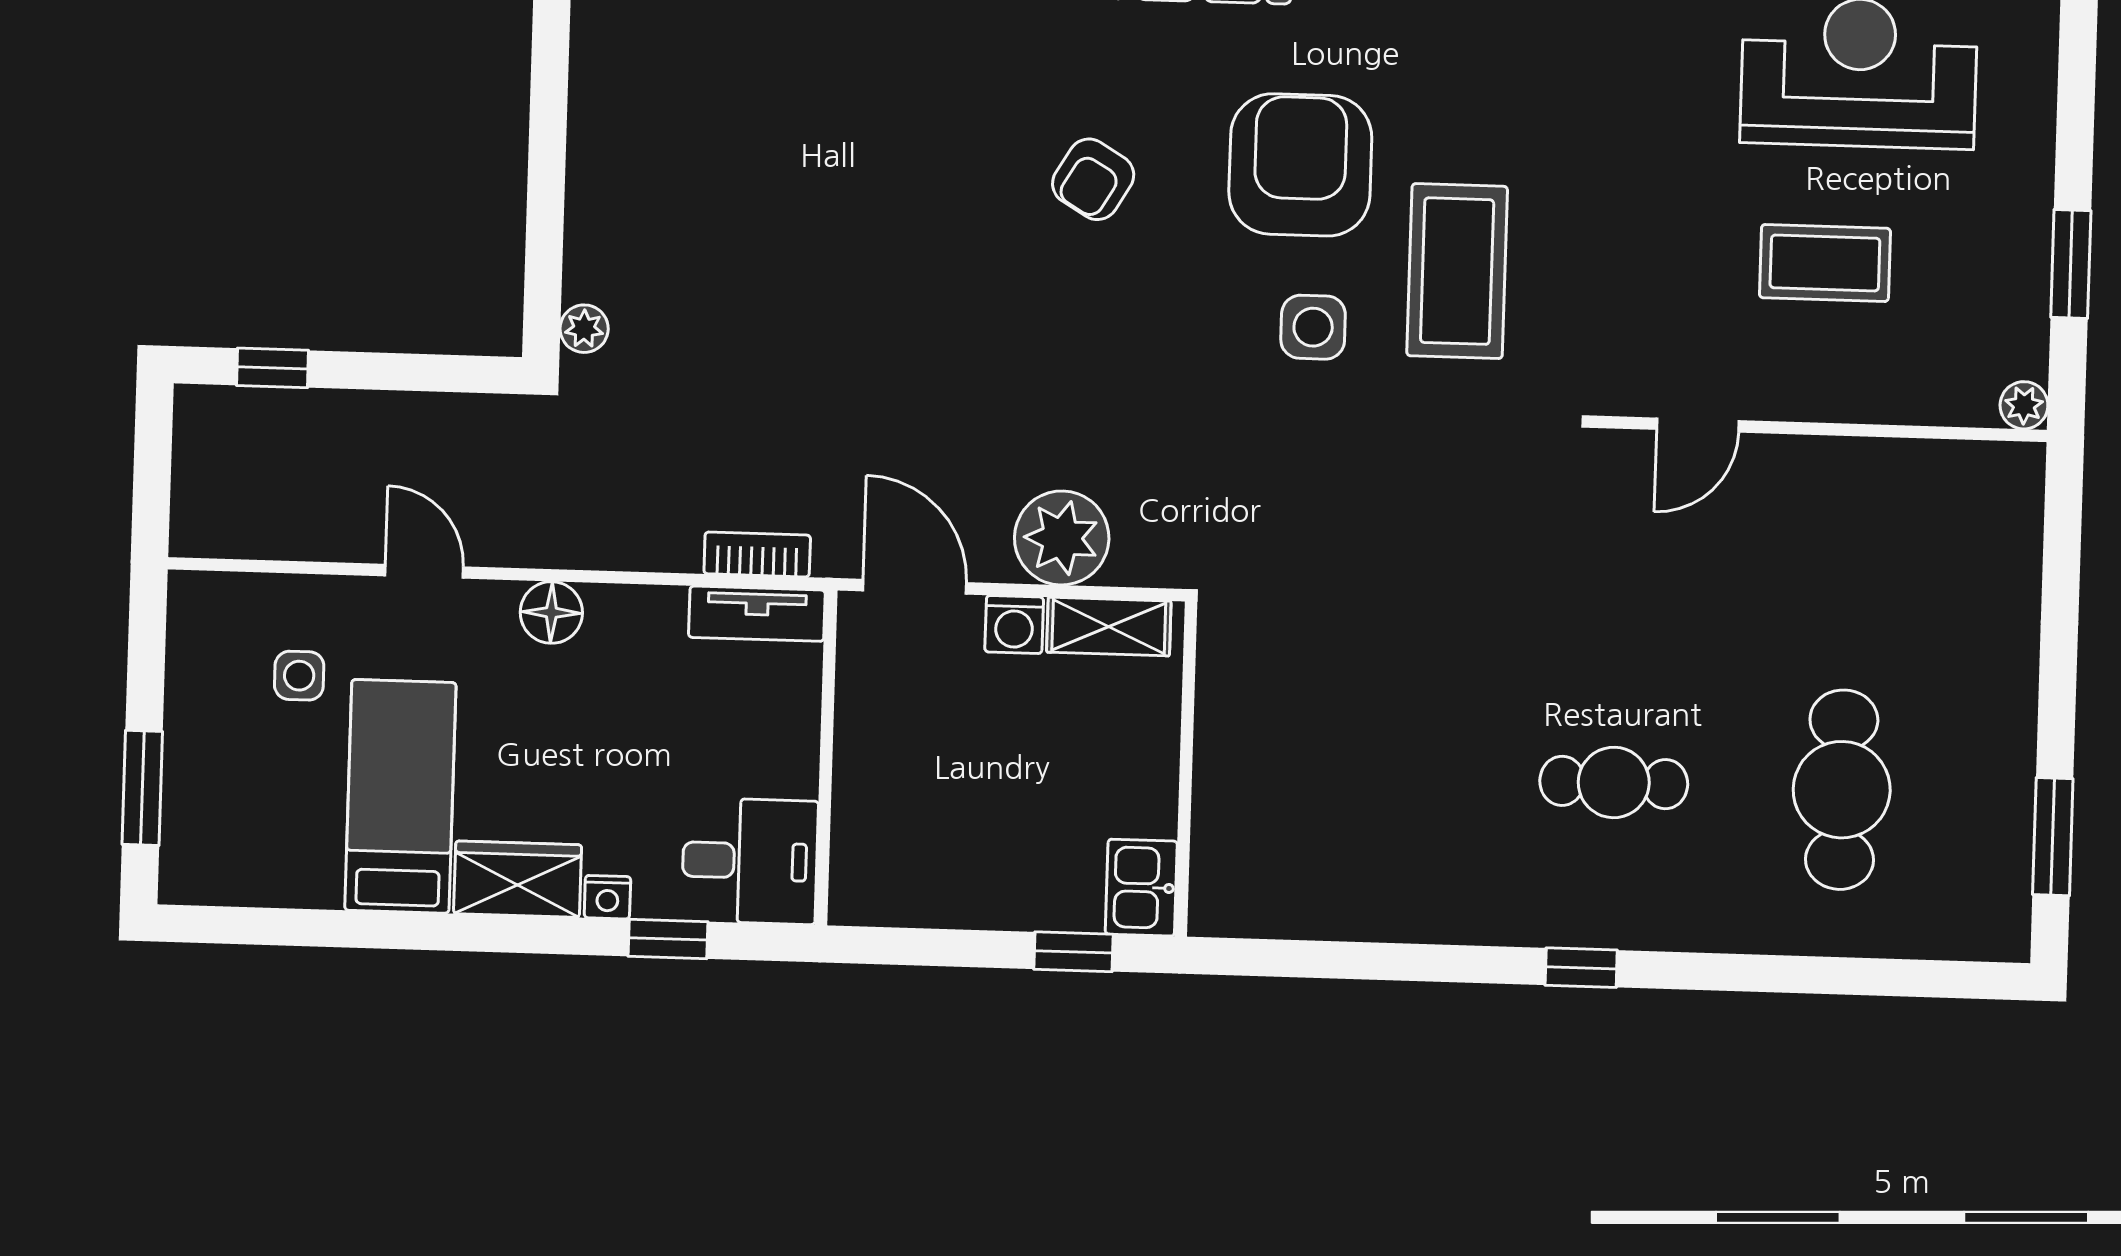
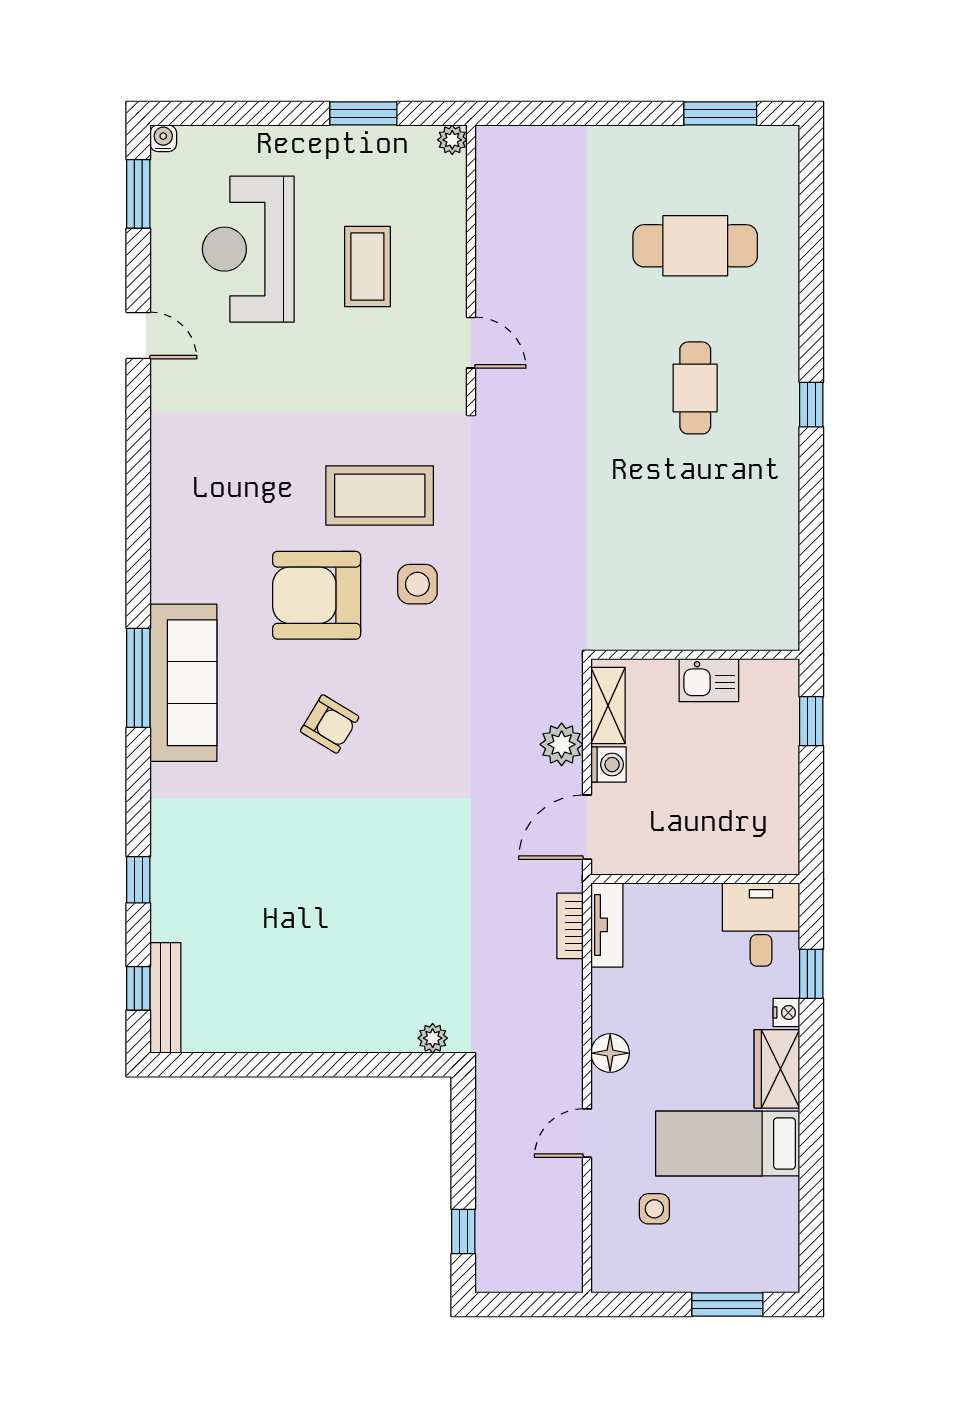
plant: (1062, 538) -> (562, 744), width x0.73, depth x0.73
kitchen sink: (1141, 888) -> (709, 680), moved

